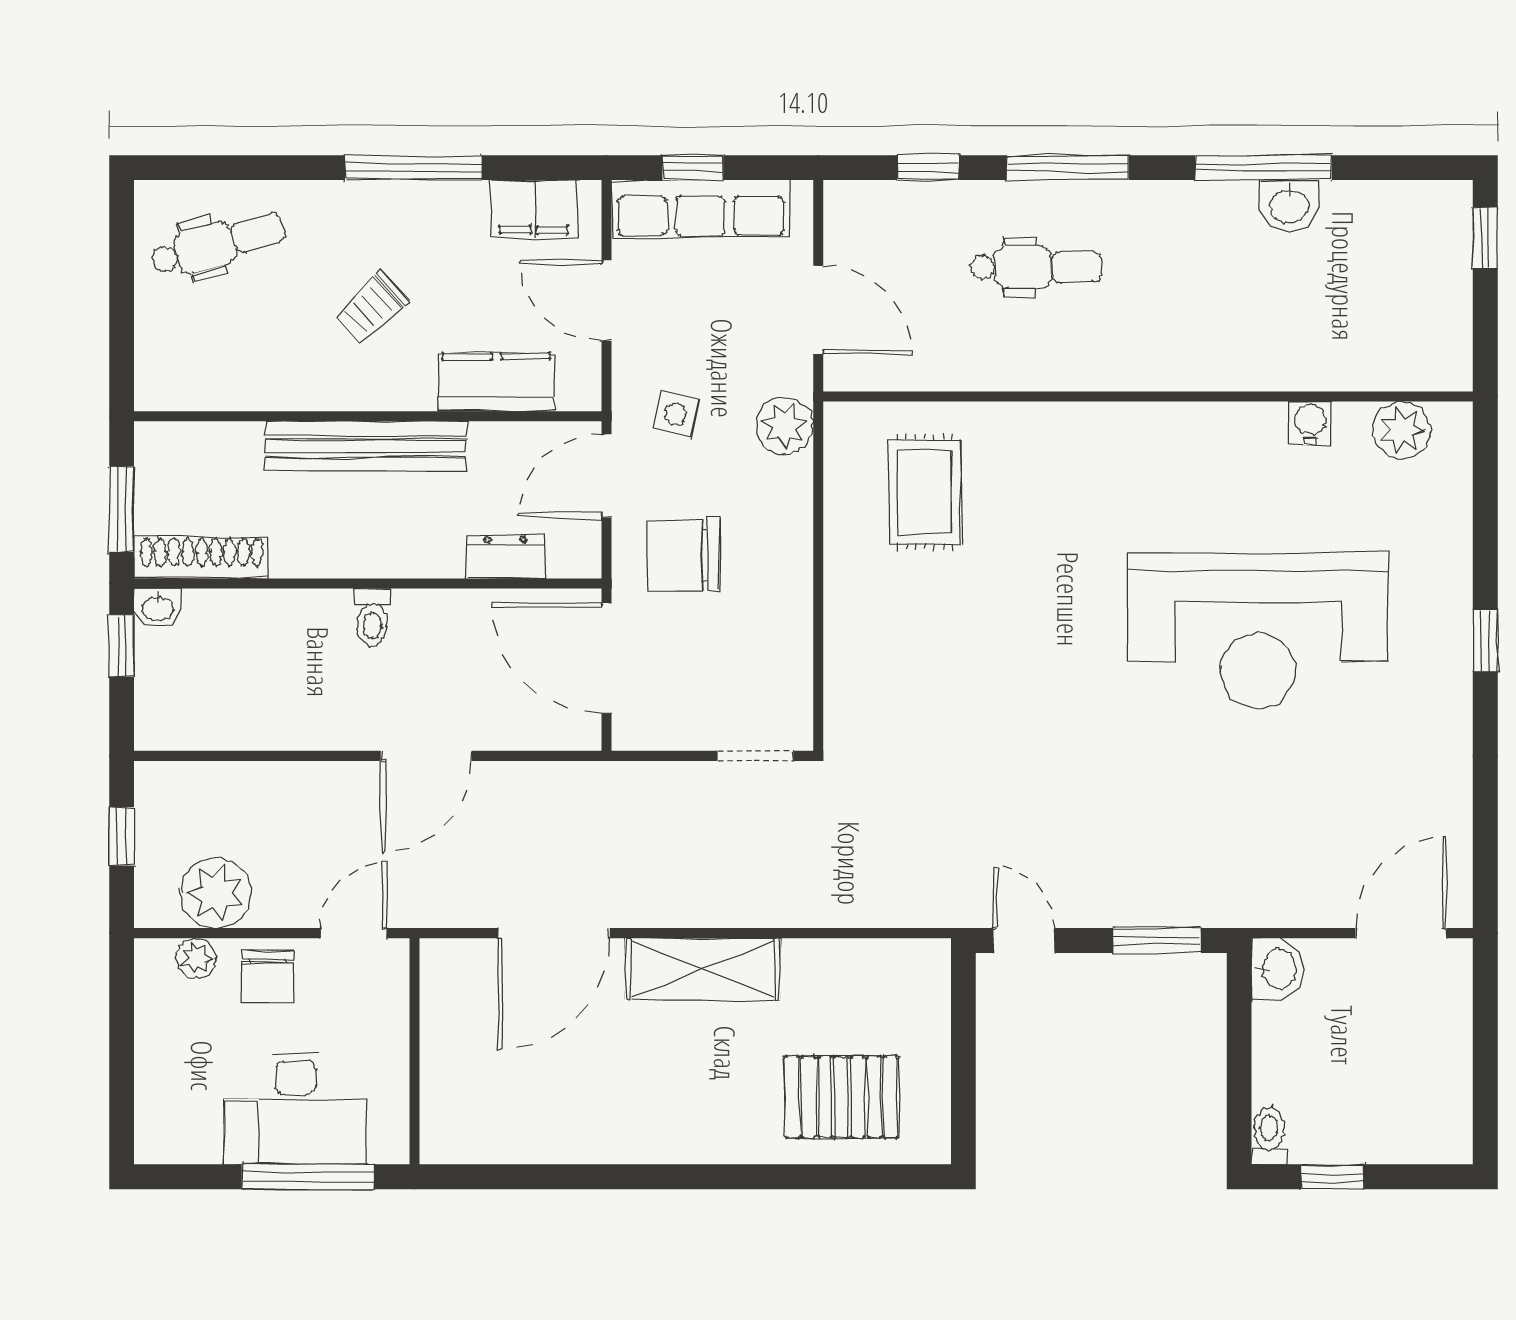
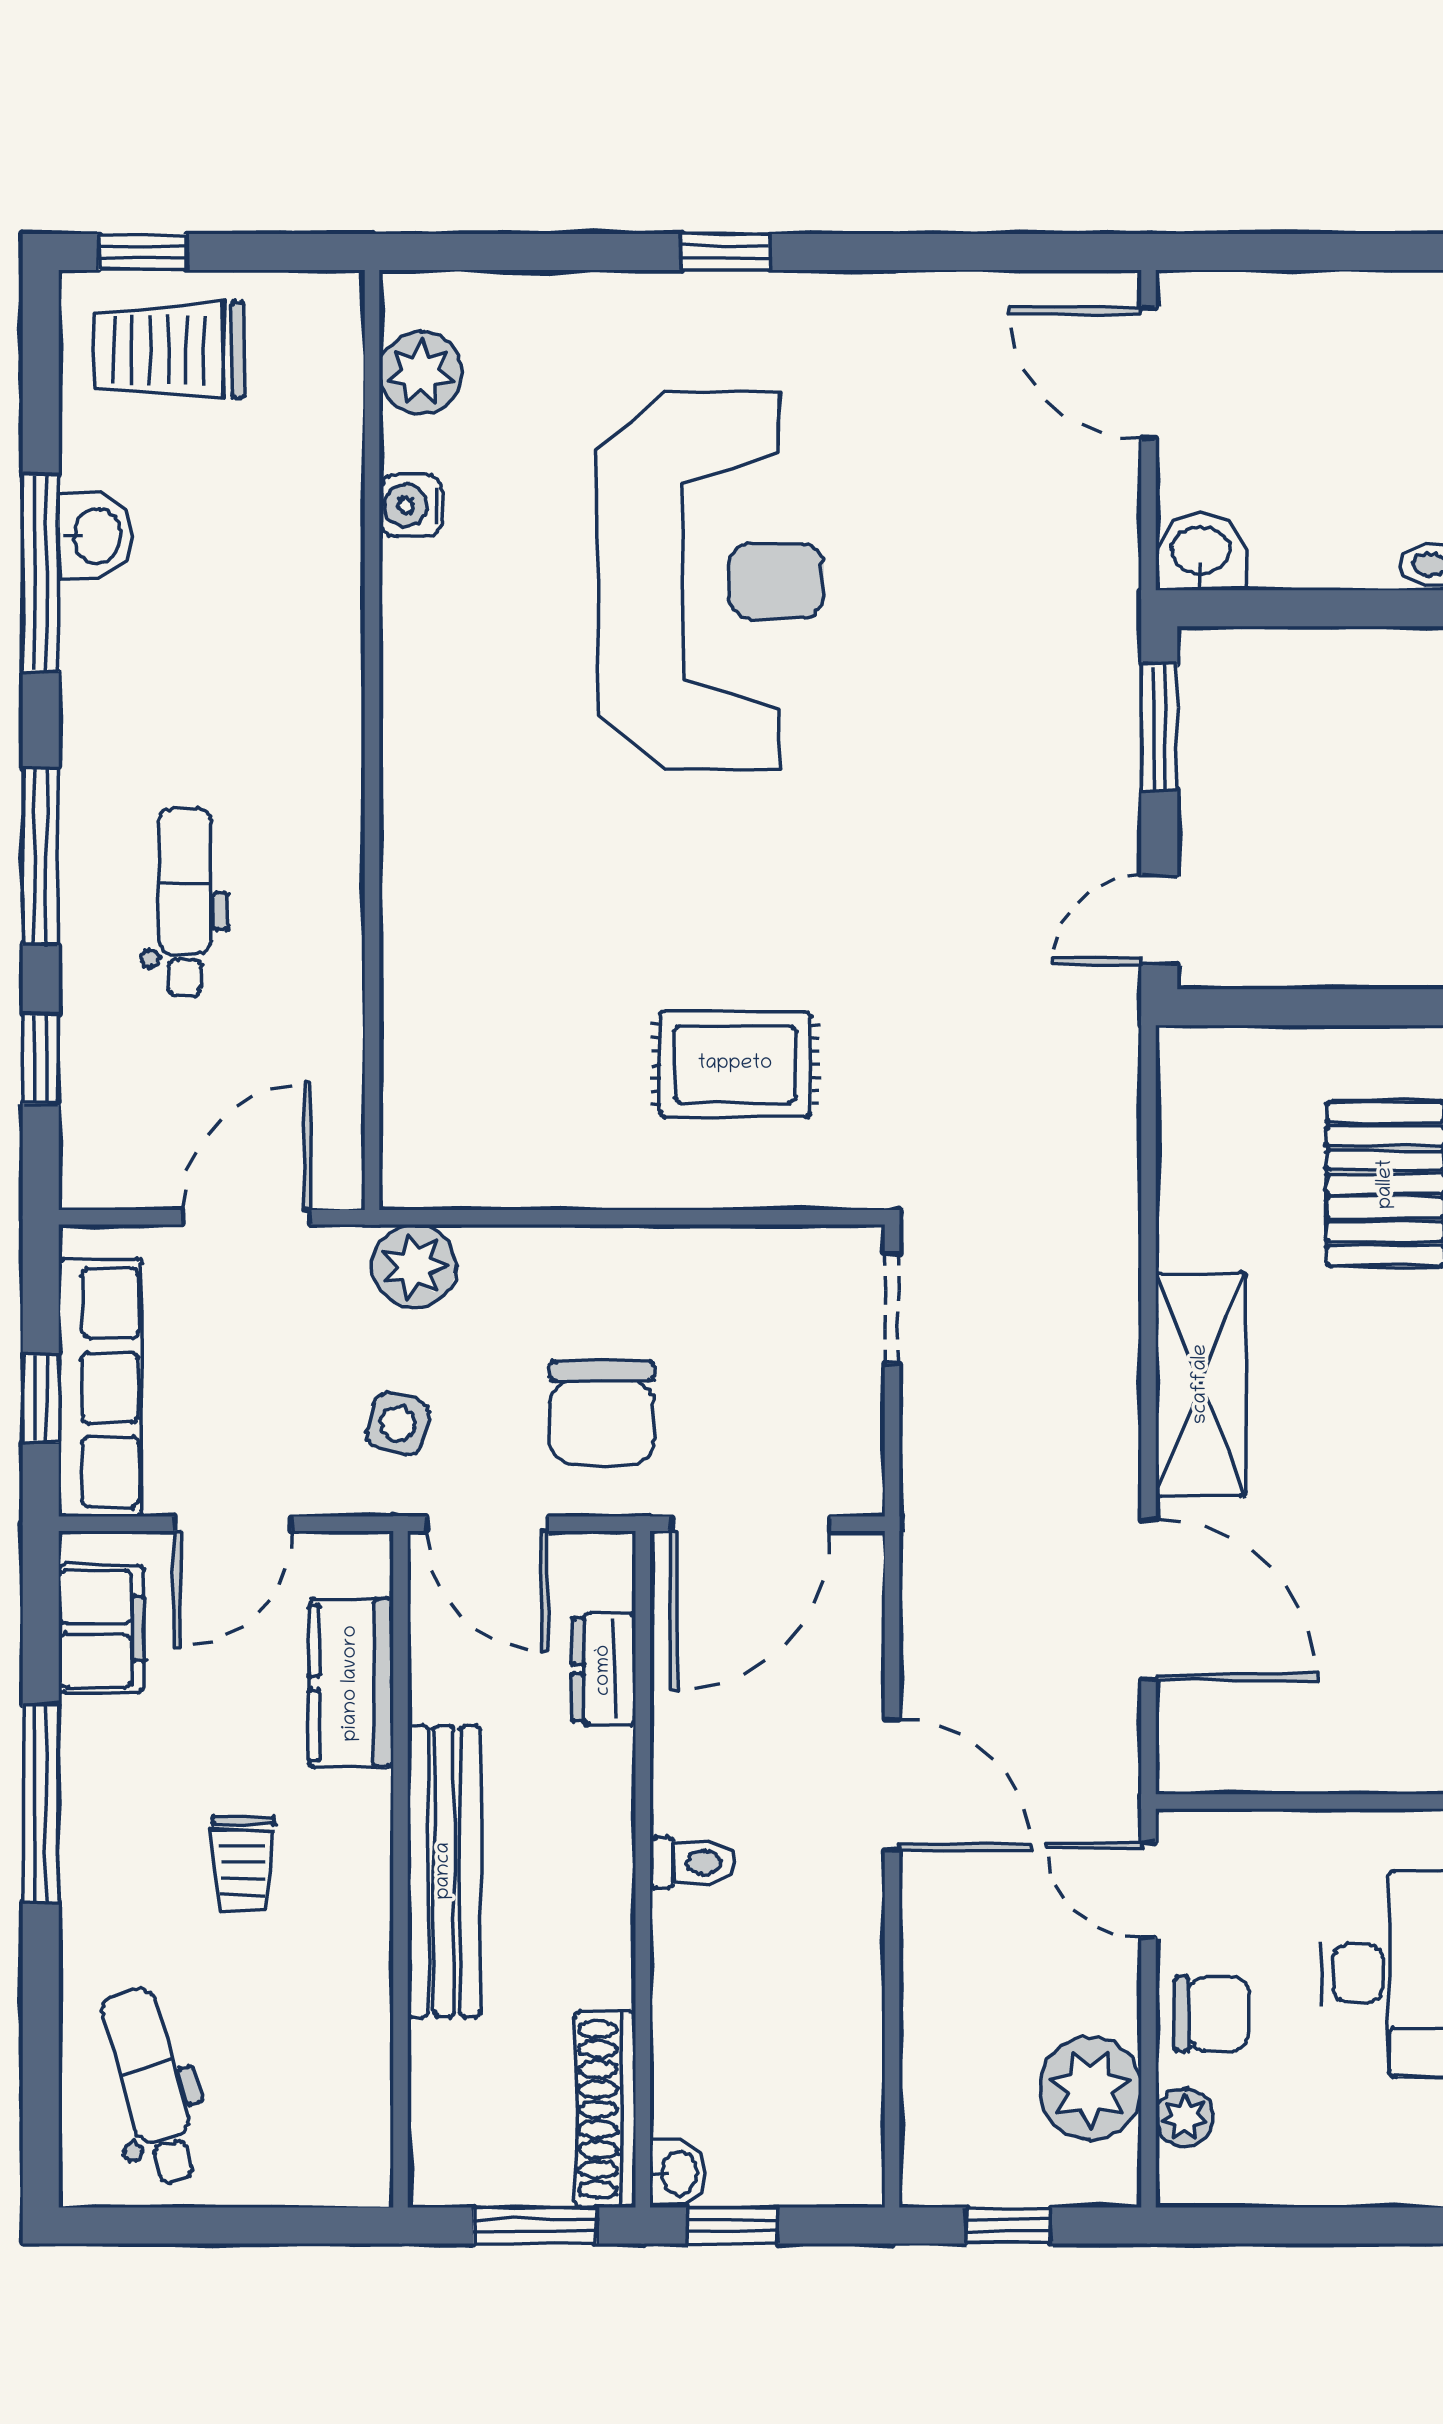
trolley: (1418, 257) -> (170, 350), added
trolley: (372, 308) -> (243, 1864), turned 43
rug: (925, 492) -> (735, 1064), moved

